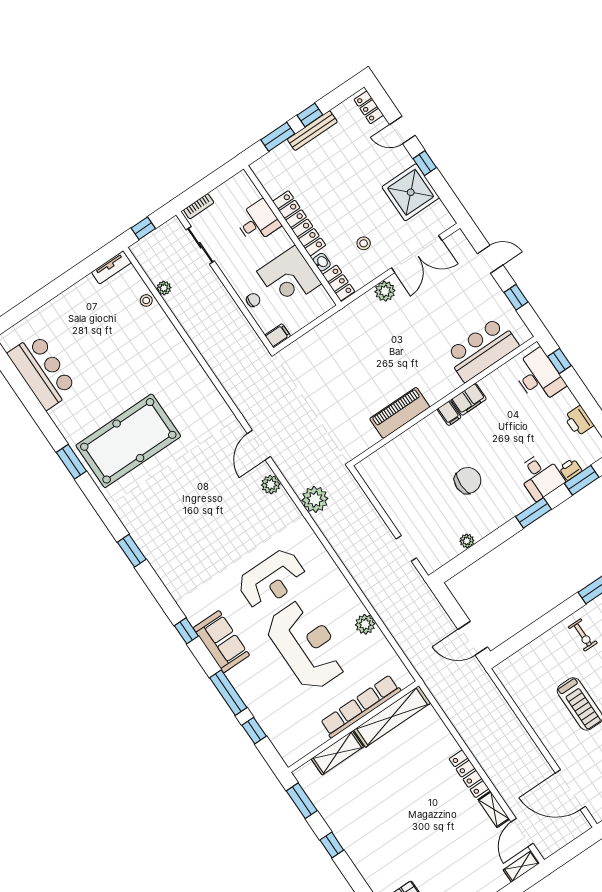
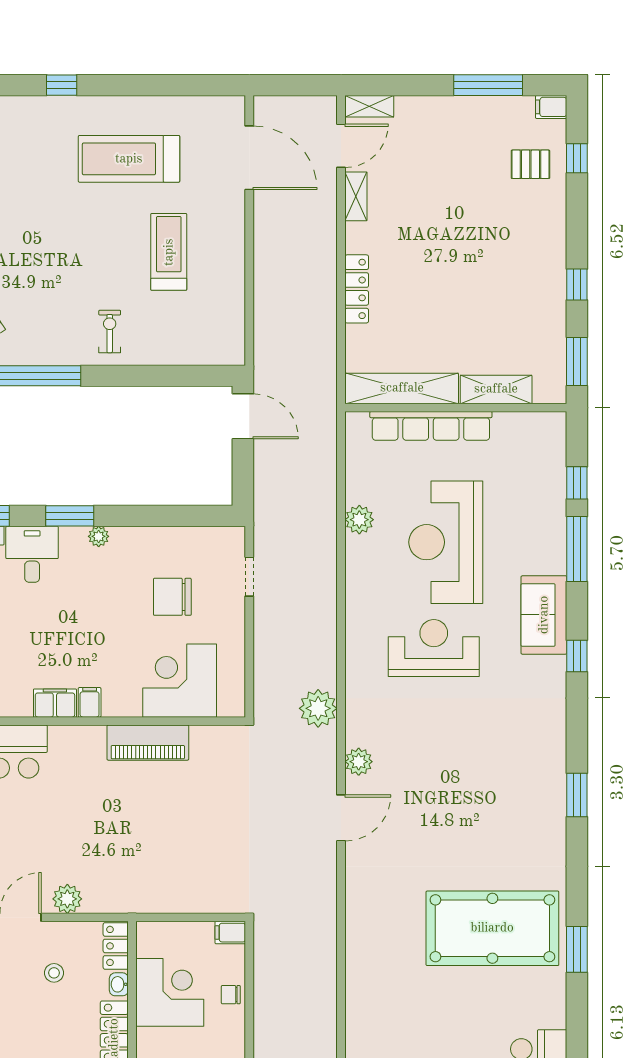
corner desk: (406, 461) -> (180, 681), added
chair: (468, 480) -> (172, 597), moved
plant: (467, 541) -> (99, 536), moved
locker: (469, 774) -> (357, 289), moved

